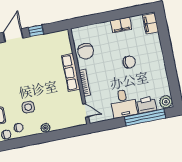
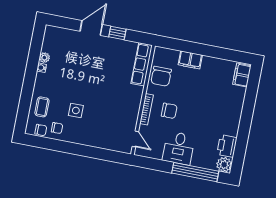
filing cabinet: (121, 25) -> (190, 60), moved
chair: (129, 62) -> (169, 111), moved
row of seats: (71, 72) -> (142, 64), moved
printer: (147, 105) -> (227, 146), moved, turned -90
plant: (45, 128) -> (85, 140), removed

